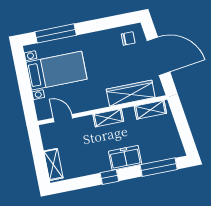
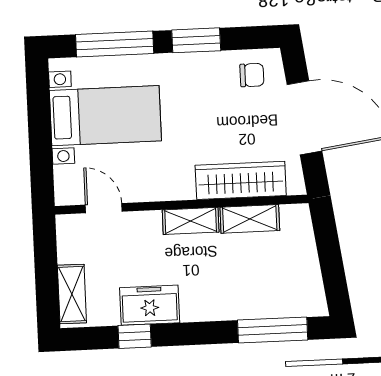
window: (97, 25) -> (196, 40), added
shelving: (150, 110) -> (250, 219), moved
freezer: (125, 158) -> (150, 305), moved
window: (109, 177) -> (135, 336), moved

